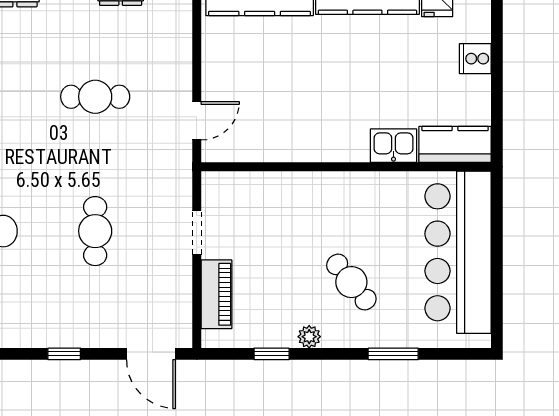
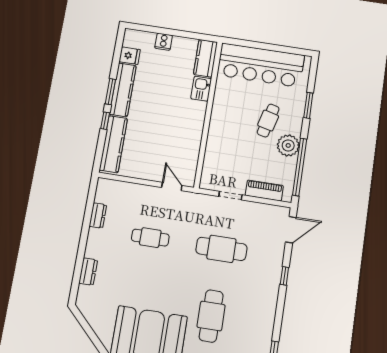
cafe table: (95, 97) -> (150, 238), turned 90
cafe table: (95, 231) -> (221, 249), width x1.37, depth x1.35
cafe table: (351, 282) -> (268, 121), turned -37
plant: (309, 337) -> (288, 145), width x1.88, depth x1.88
window: (272, 354) -> (300, 167), width x3.17

